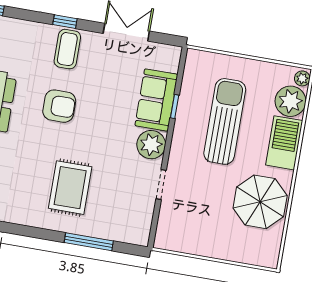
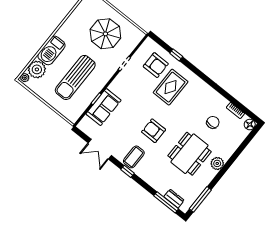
plant: (151, 145) -> (118, 86), removed
parasol: (260, 202) -> (105, 34), moved
armchair: (112, 209) -> (156, 65), added
window: (89, 242) -> (176, 55), width x0.46

